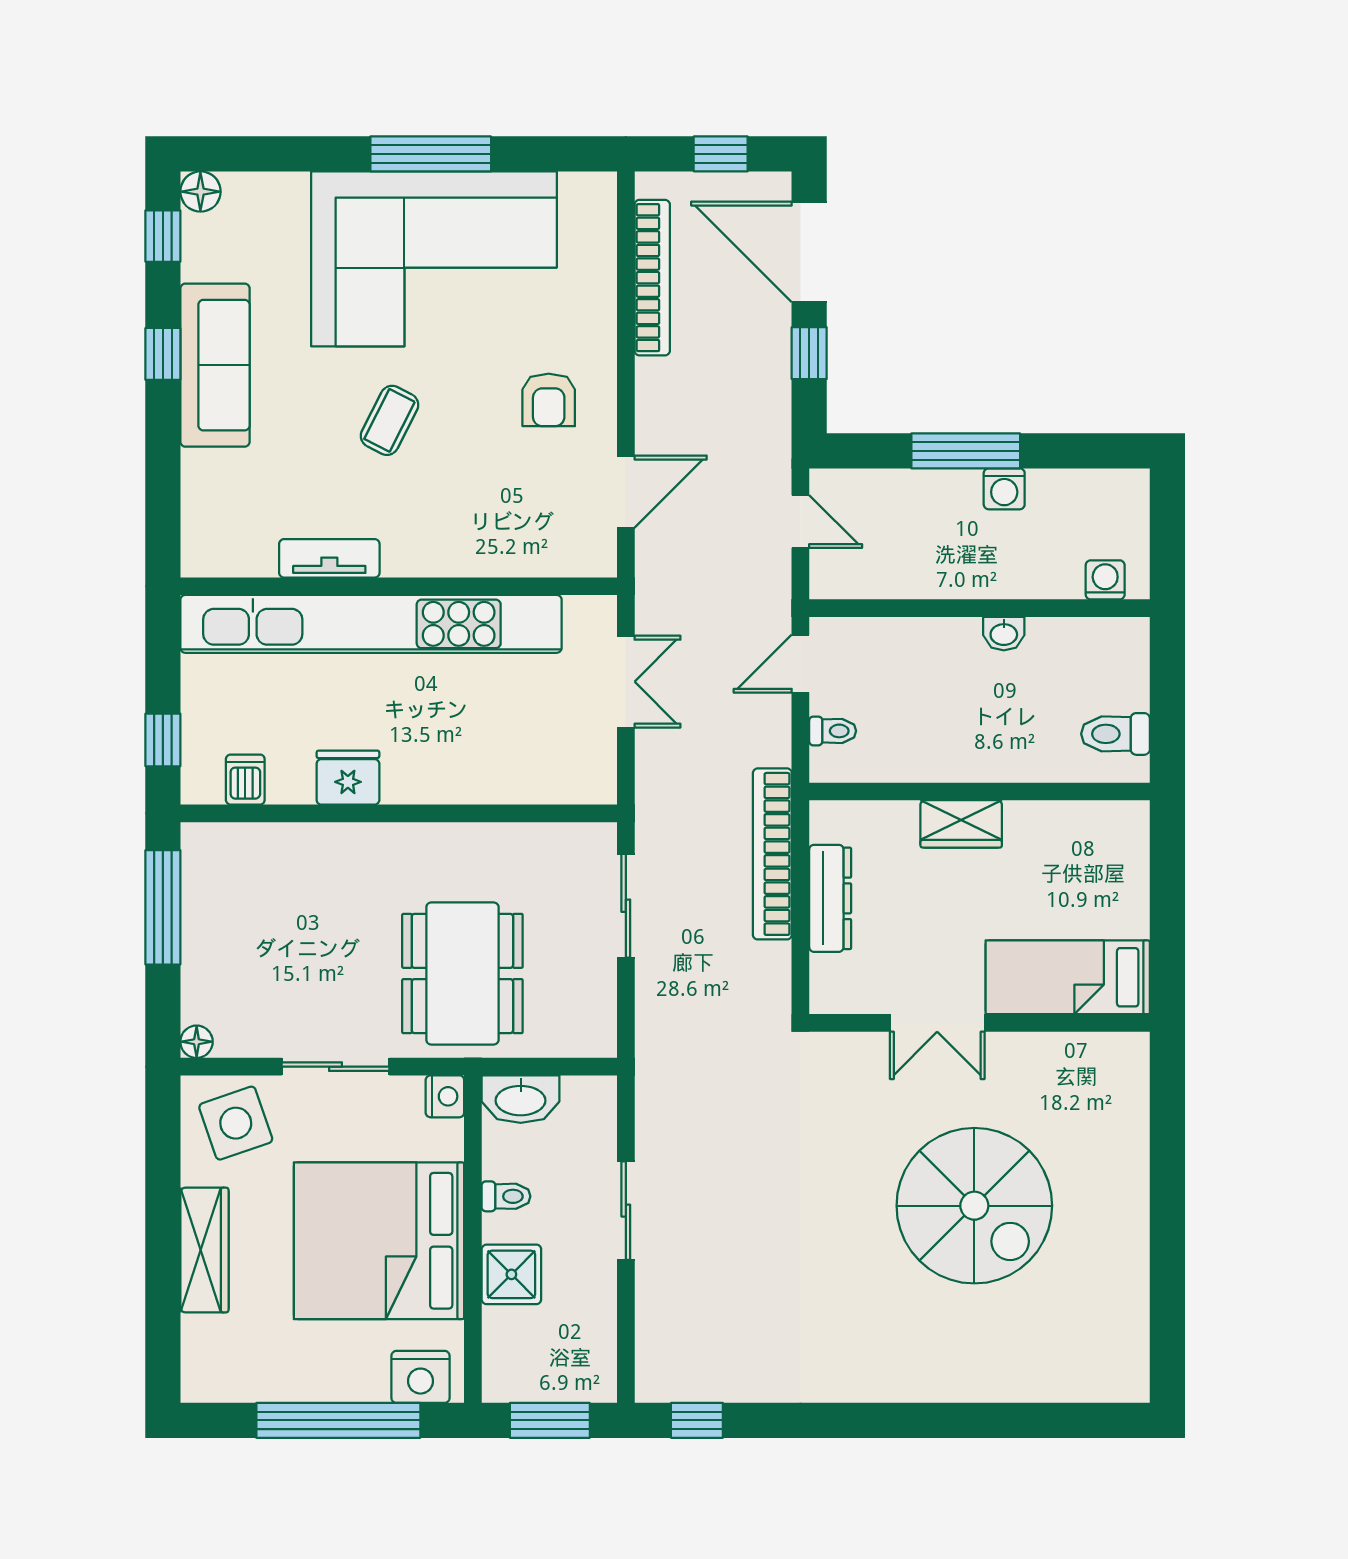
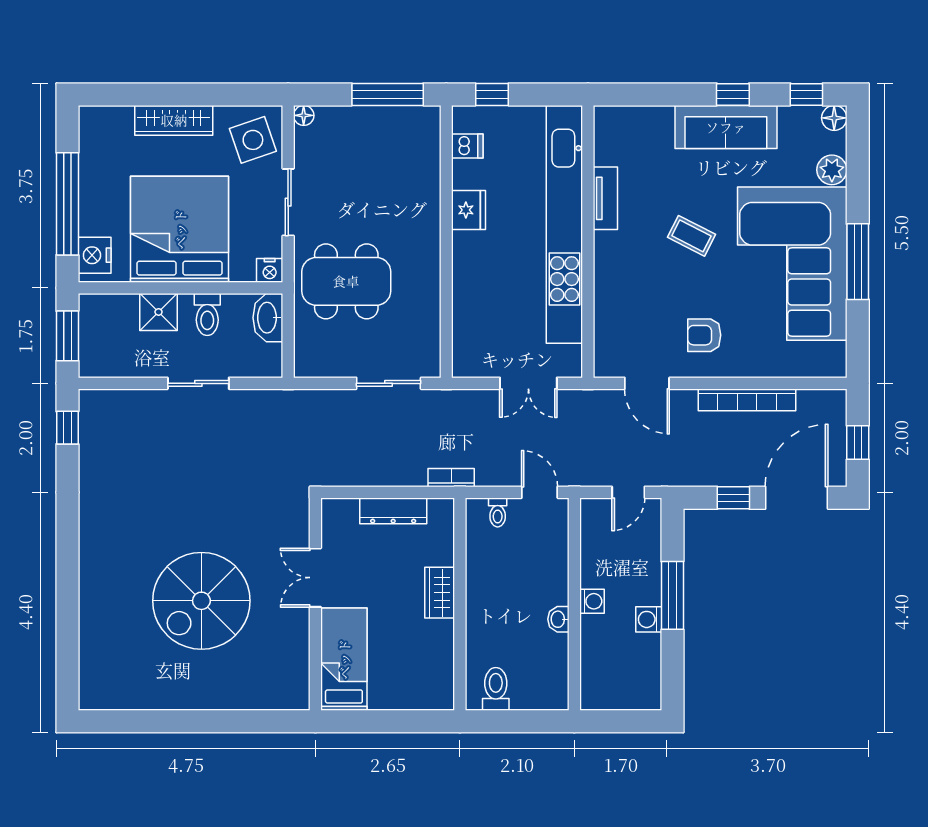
plant: (284, 195) -> (832, 170), added
bookcase: (652, 278) -> (747, 400), moved
washing machine: (1105, 580) -> (592, 601), moved
bookcase: (772, 854) -> (451, 478), width x0.43, depth x0.76
toilet: (506, 1196) -> (207, 314), width x1.37, depth x1.39

